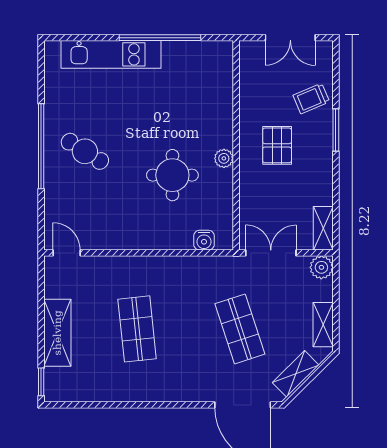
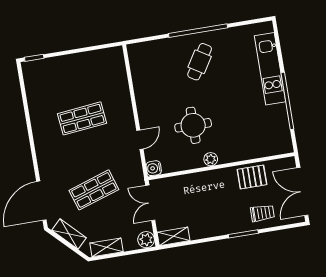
double door: (290, 38) -> (302, 191), width x1.37
trolley: (311, 98) -> (262, 213), turned 113
pallet: (277, 145) -> (252, 177), moved
water cooler: (204, 240) -> (154, 168), moved
door: (67, 253) -> (140, 140), moved
double door: (271, 253) -> (150, 203), swing flipped
shelving: (57, 333) -> (70, 63), removed

